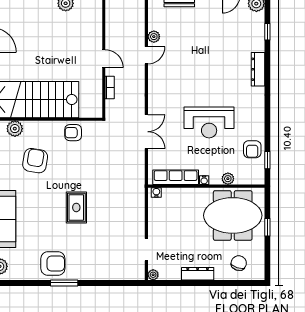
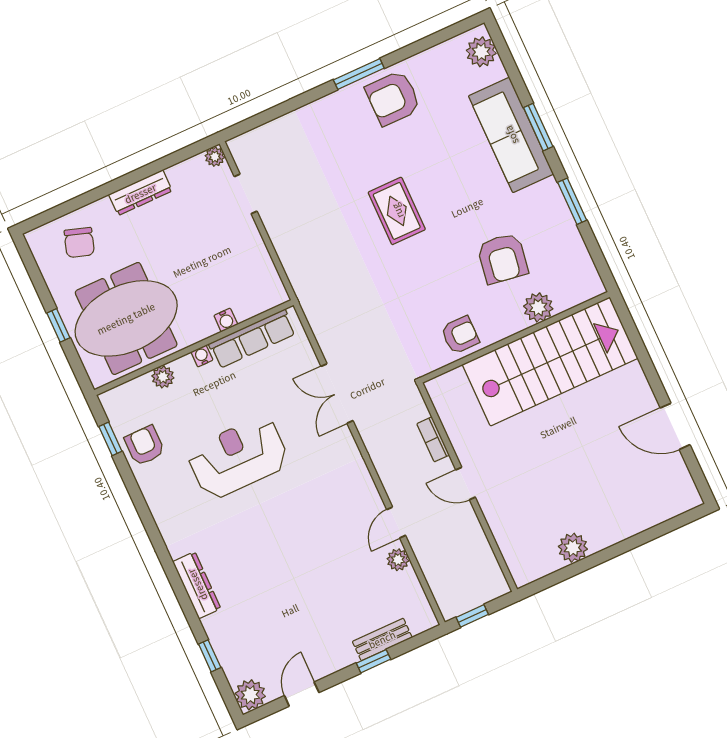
plant: (15, 129) -> (538, 307), moved
water cooler: (156, 192) -> (226, 320), moved

